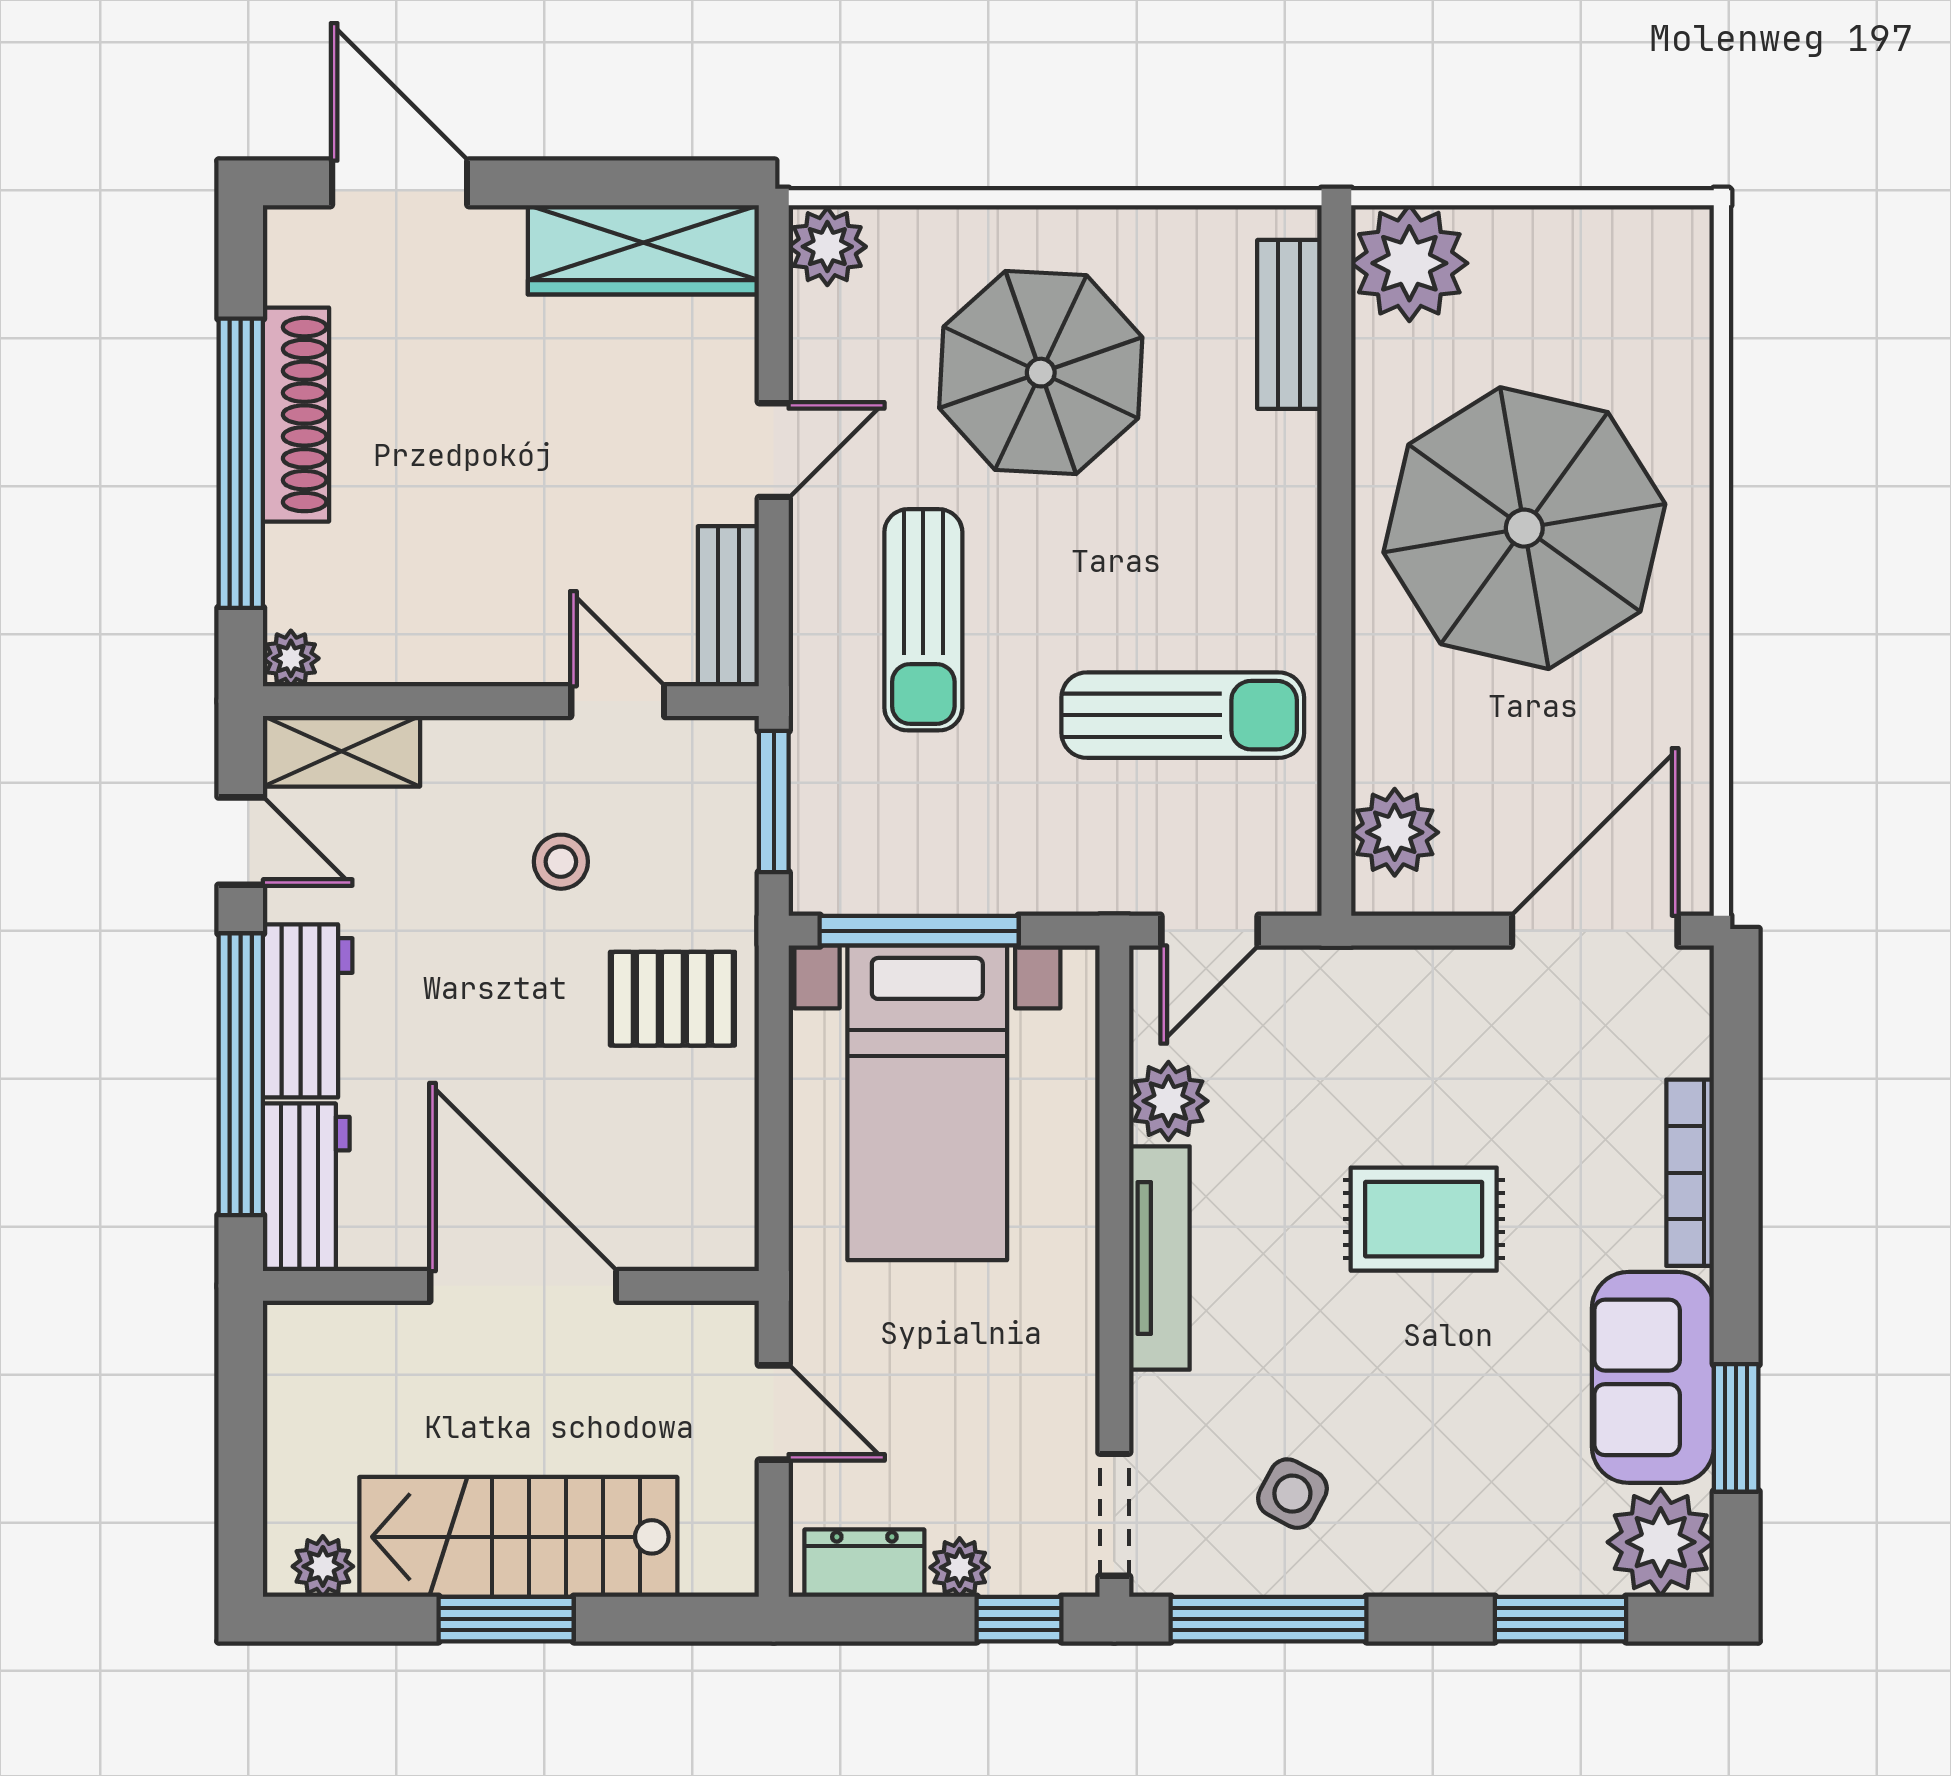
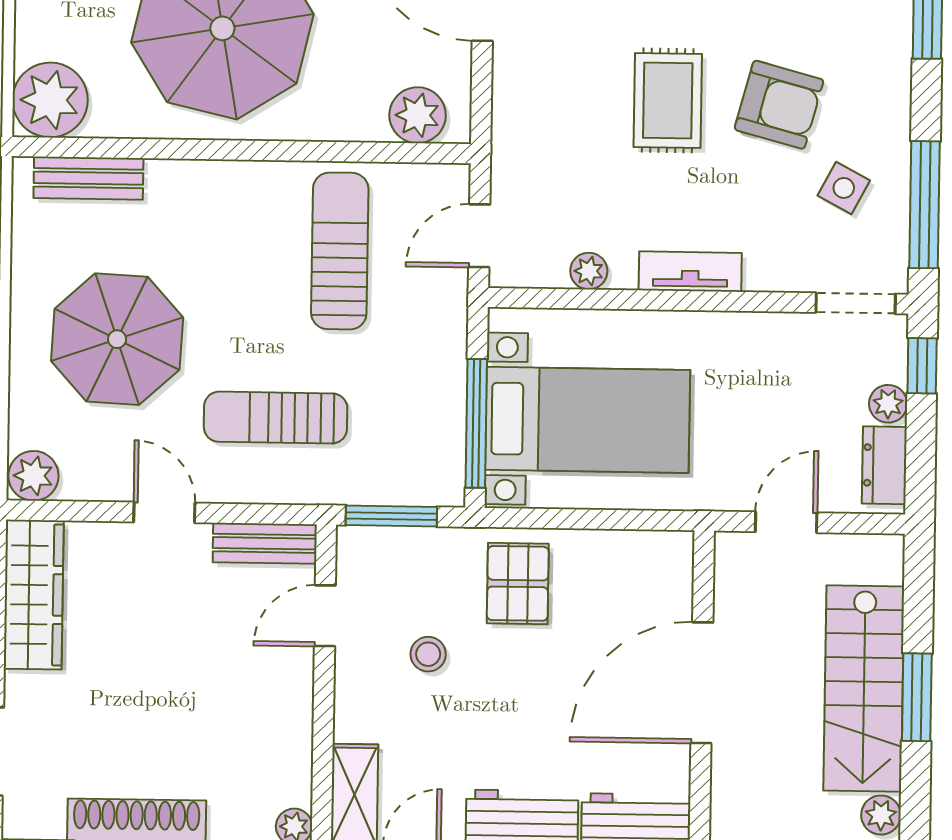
sun lounger: (923, 620) -> (276, 418), turned 180
door: (1210, 931) -> (479, 236), swing flipped
plant: (1168, 1101) -> (589, 271), width x0.73, depth x0.73
tv unit: (1159, 1258) -> (690, 272), width x0.71
armchair: (1420, 1391) -> (779, 105), added

